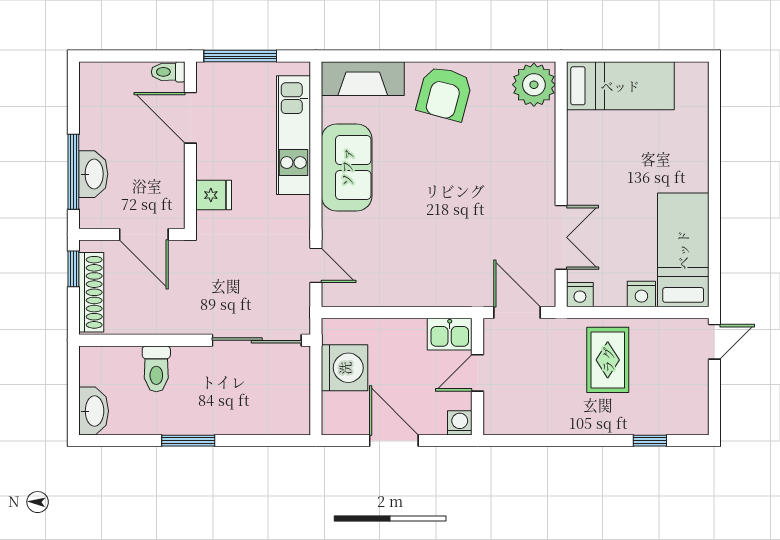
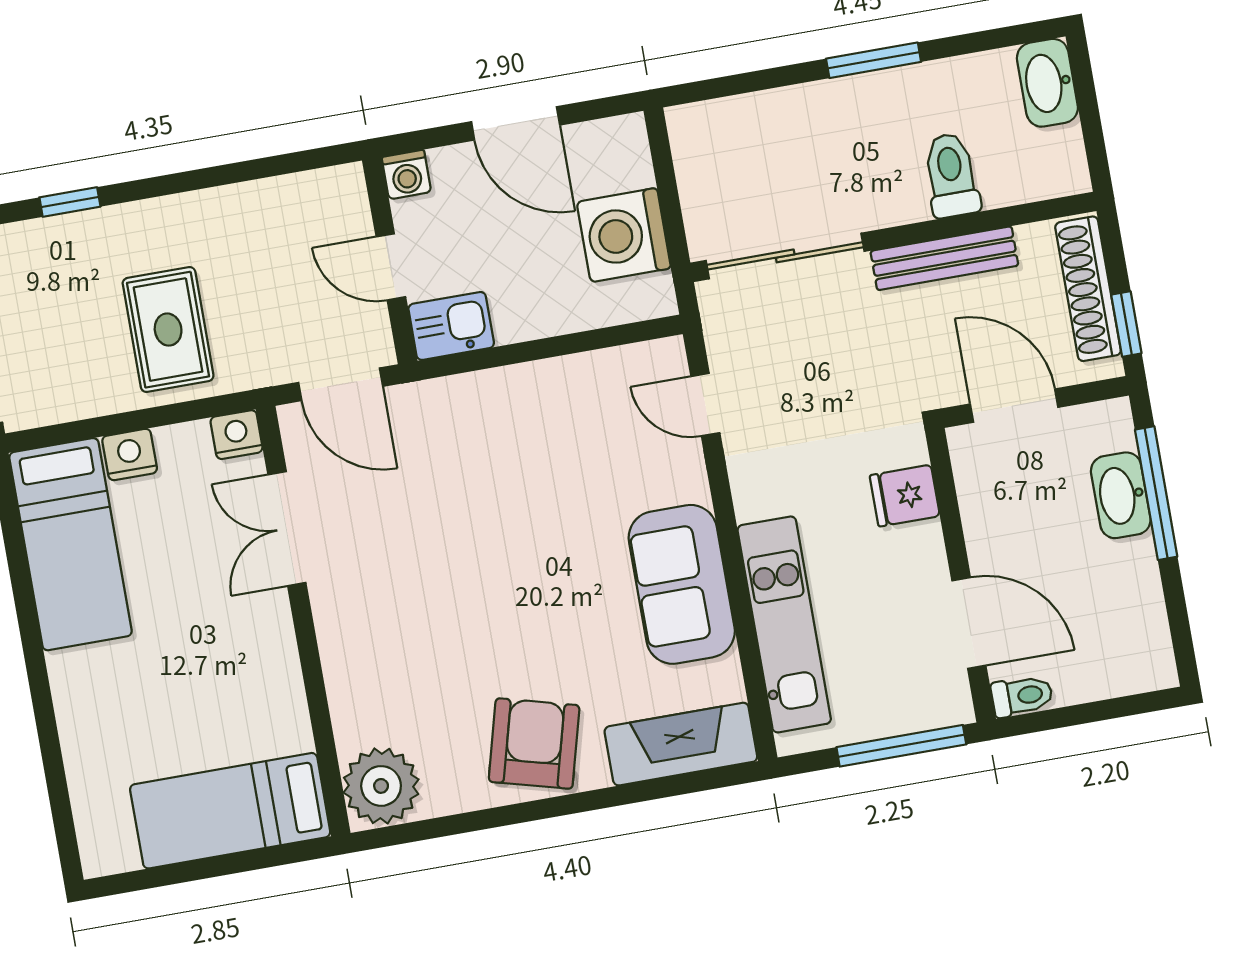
bench: (168, 323) -> (944, 258), added
door: (477, 373) -> (391, 267), swing flipped

